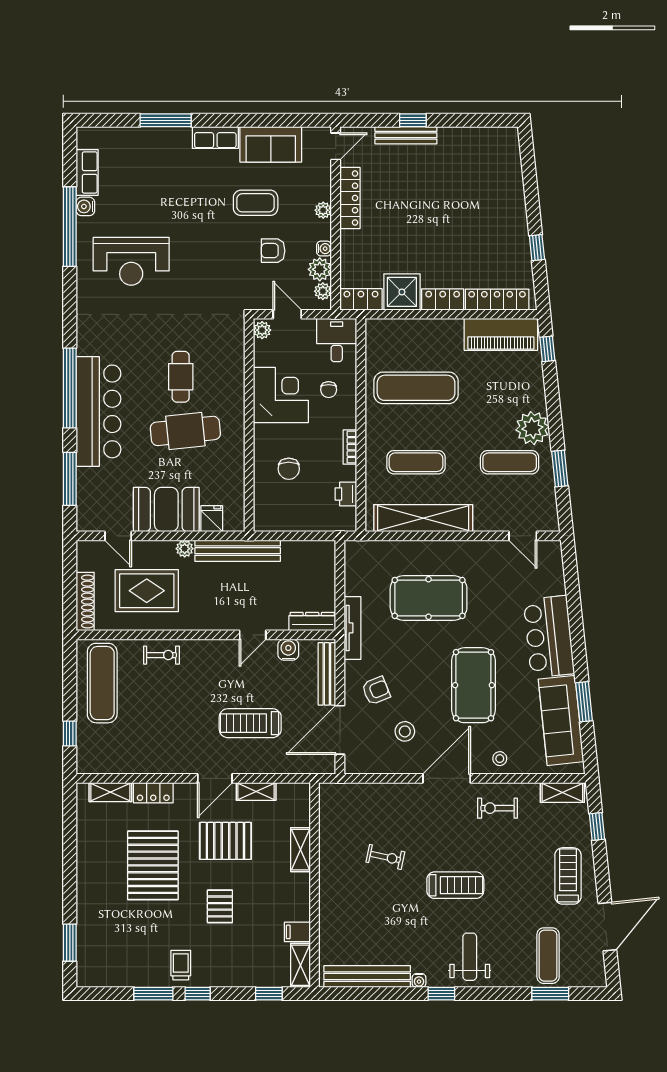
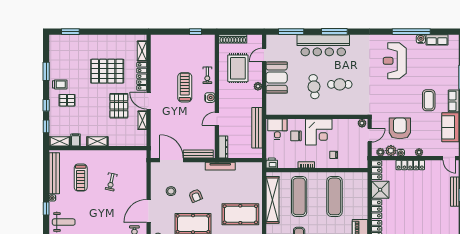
locker: (350, 198) -> (410, 165), moved
coffee table: (256, 203) -> (429, 100), moved
armchair: (273, 251) -> (400, 128), width x1.88, depth x1.88
desk: (337, 340) -> (277, 129), moved, turned -90
window: (70, 388) -> (334, 32), width x0.68
corner desk: (281, 395) -> (319, 132), moved
cafe table: (185, 431) -> (314, 87), width x0.73, depth x0.74
exercise mat: (416, 462) -> (299, 196), width x1.36, depth x1.45
printer: (346, 494) -> (272, 163), moved
fridge: (212, 519) -> (272, 99), removed
bench: (238, 551) -> (257, 128), moved
pool table: (429, 598) -> (240, 214), moved, turned 90
door: (253, 635) -> (217, 119), hinge flipped
water cooler: (288, 650) -> (210, 98), moved
exercise mat: (102, 683) -> (194, 47), removed
armchair: (376, 691) -> (196, 196), moved
treadmill: (250, 723) -> (185, 87), moved
window: (70, 734) -> (196, 32), moved
door: (447, 778) -> (149, 211), swing flipped
locker: (153, 793) -> (142, 76), width x1.53
shelving: (300, 850) -> (97, 141), moved
treadmill: (455, 885) -> (81, 178), moved
pallet: (220, 906) -> (67, 100), moved
window: (198, 994) -> (46, 105), moved

